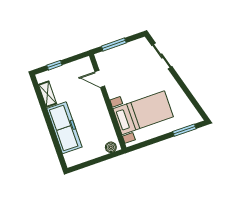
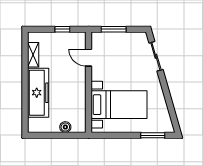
window: (54, 65) -> (62, 29), moved
boiler: (111, 147) -> (65, 127), moved

